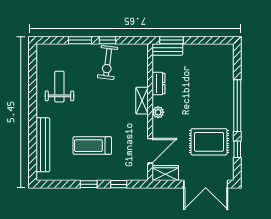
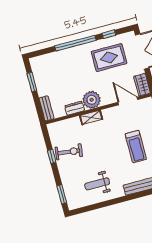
window: (80, 40) -> (62, 194), moved
window: (171, 40) -> (32, 82), moved
plant: (158, 112) -> (92, 100), width x1.88, depth x1.88
rug: (209, 142) -> (109, 57), turned 90

